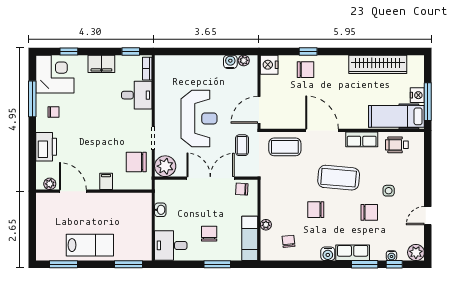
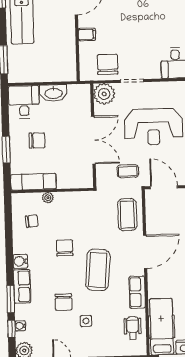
chair: (242, 189) -> (83, 172), removed
washbasin: (160, 210) -> (53, 93), width x1.91, depth x1.45

